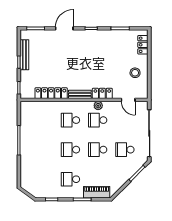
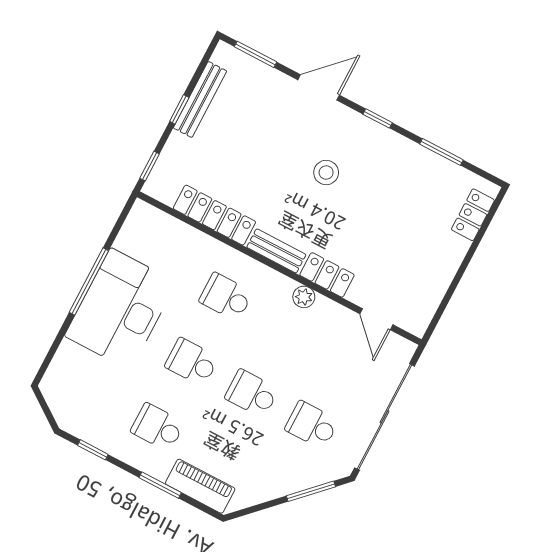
stool: (135, 73) -> (326, 173), moved
school desk: (98, 120) -> (286, 328), removed
desk: (35, 144) -> (121, 309), added

